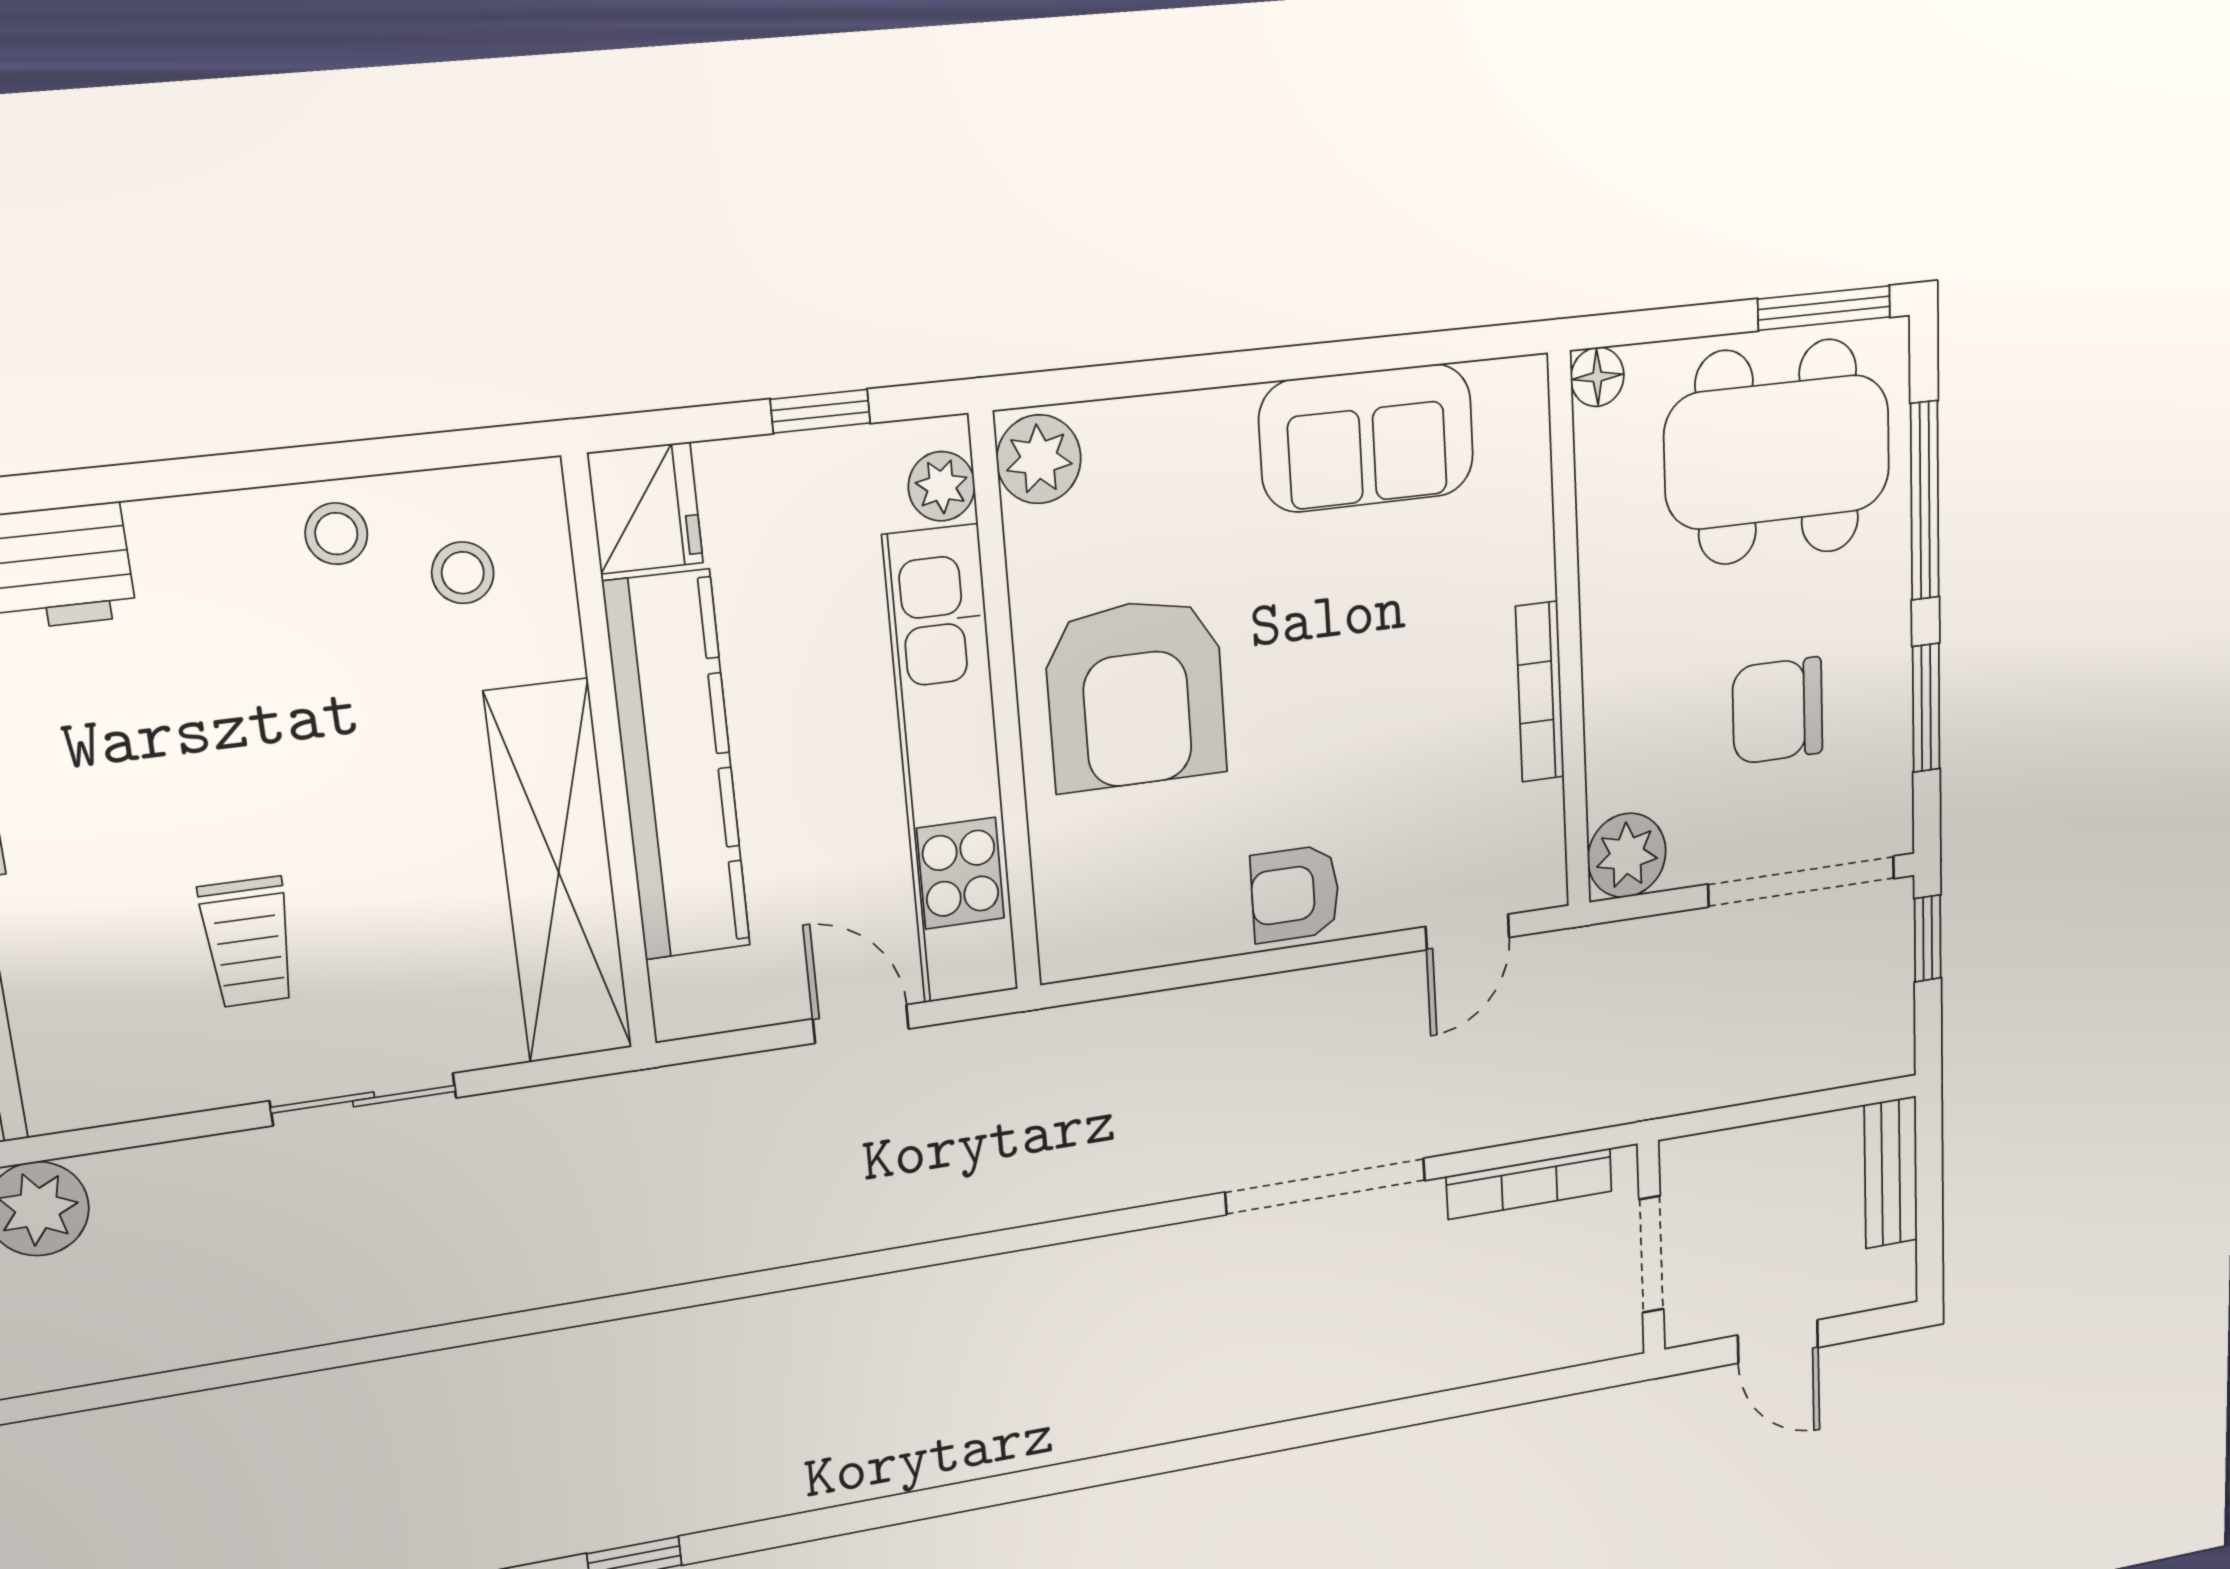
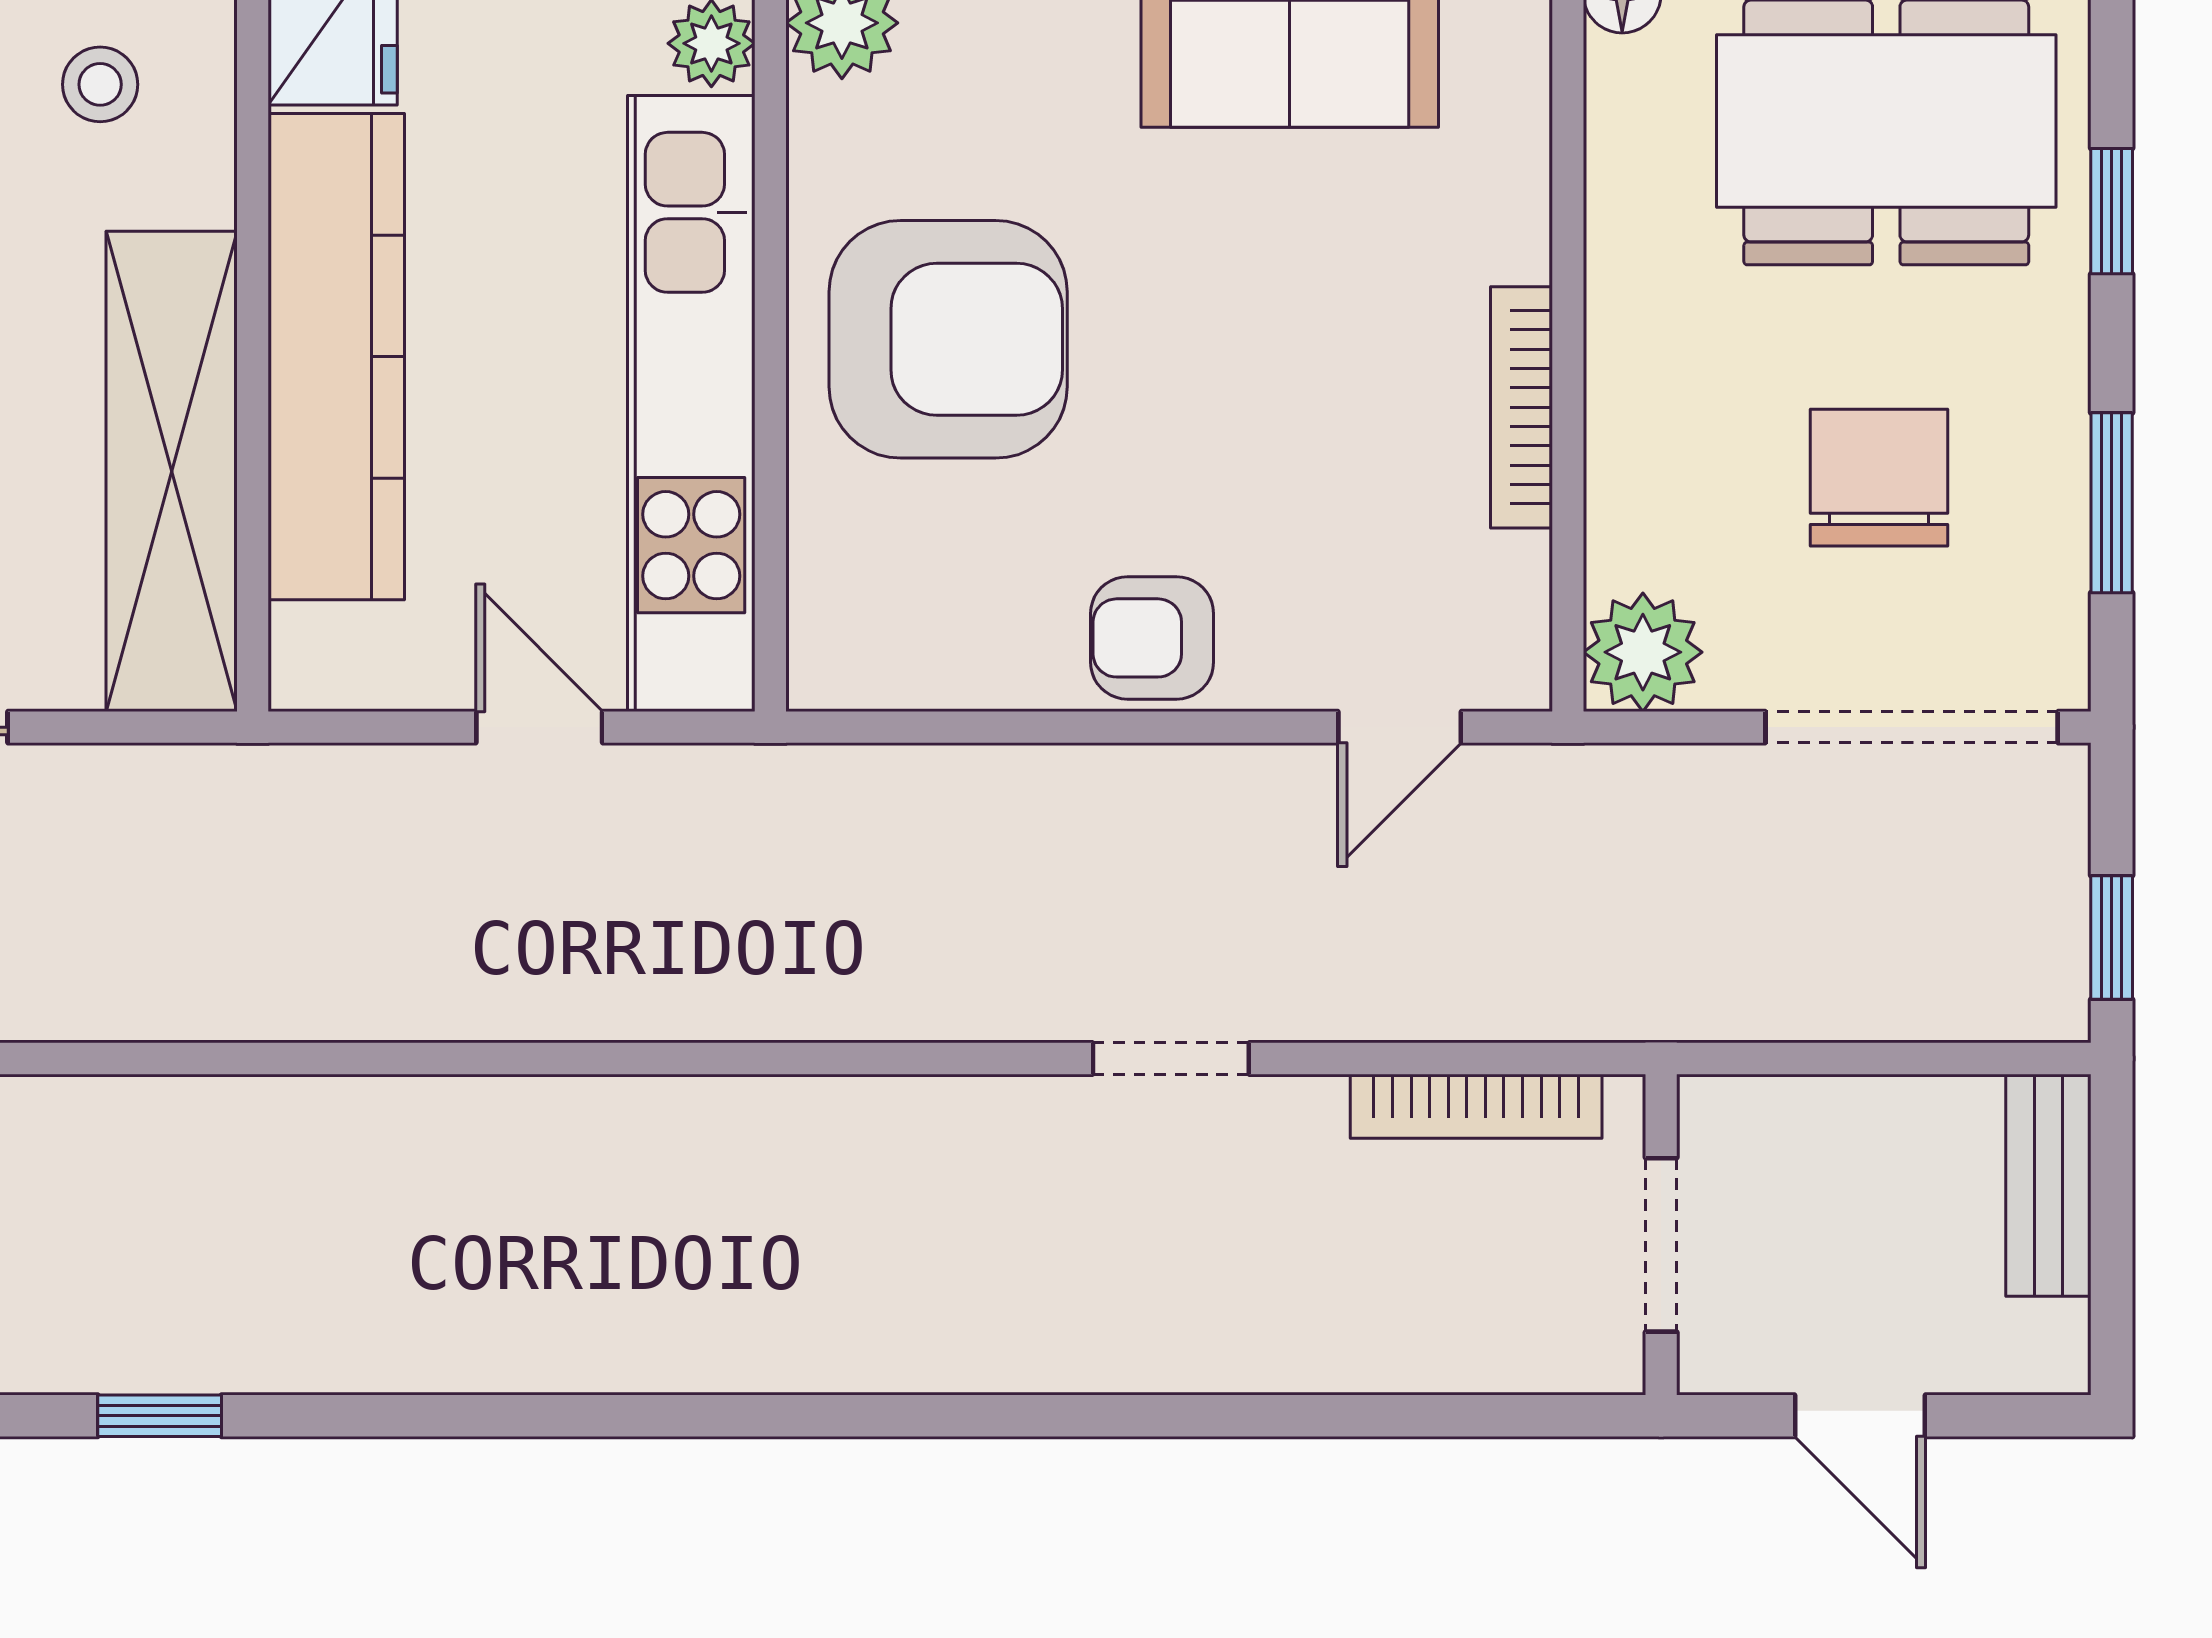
window: (1925, 501) -> (2112, 211), width x0.46
armchair: (1136, 694) -> (948, 339), turned -90
chair: (1778, 711) -> (1879, 478), turned 90
window: (1928, 938) -> (2112, 938), moved
doorway: (1326, 1186) -> (1171, 1058), width x0.53

